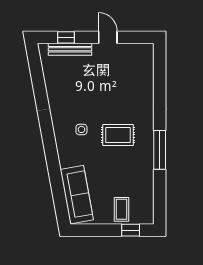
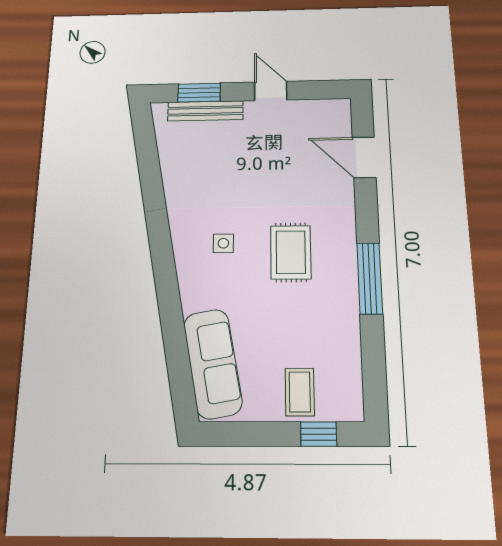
window: (66, 37) -> (199, 93), width x1.50
door: (160, 80) -> (364, 157), added
rug: (118, 135) -> (291, 252), turned 90

